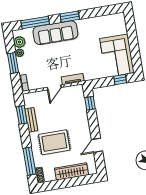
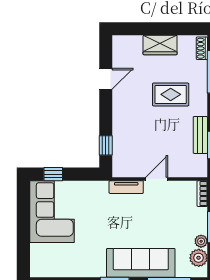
rug: (54, 142) -> (171, 94), width x0.73, depth x0.70
wardrobe: (72, 171) -> (160, 45), width x0.67

